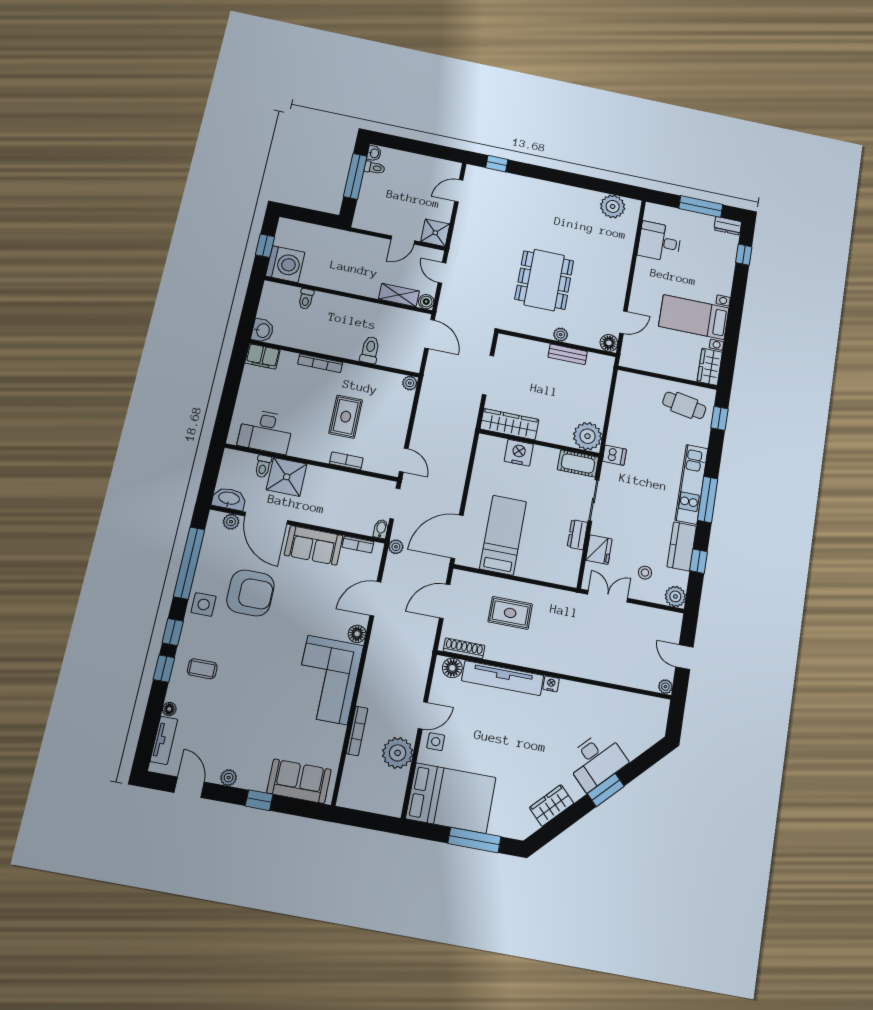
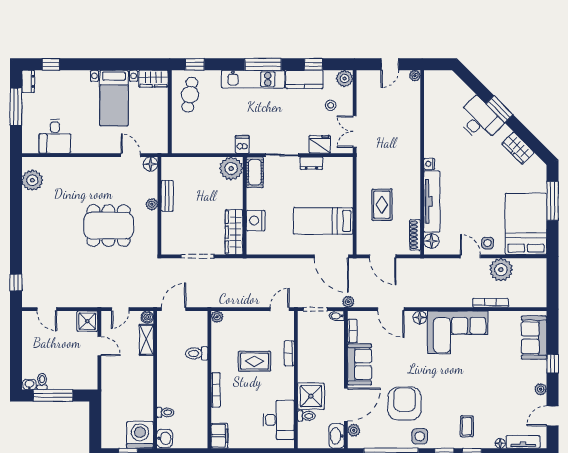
washbasin: (262, 330) -> (165, 438), moved, turned 90

